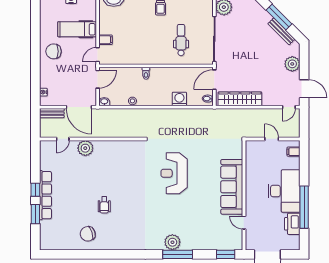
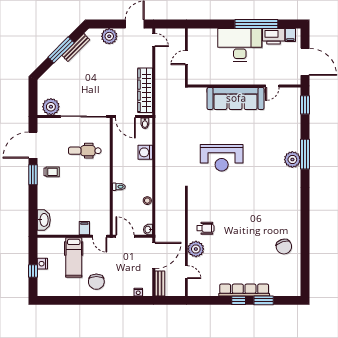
filing cabinet: (294, 152) -> (290, 35), moved
wheelchair: (104, 205) -> (205, 228), moved

